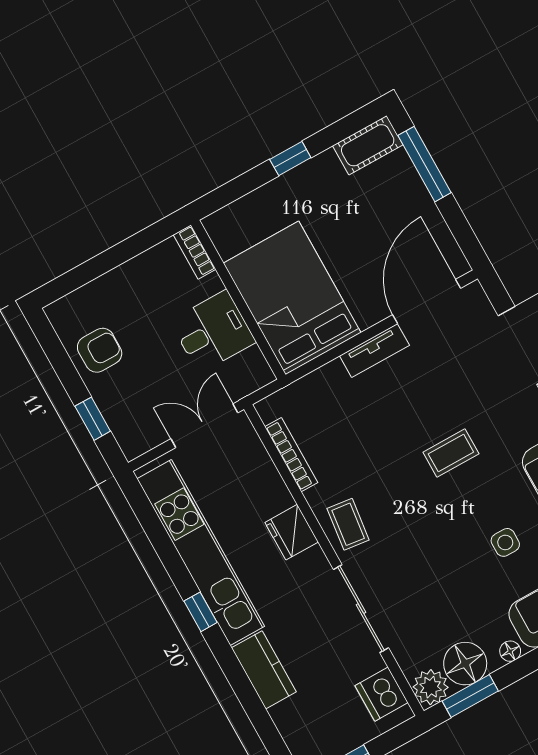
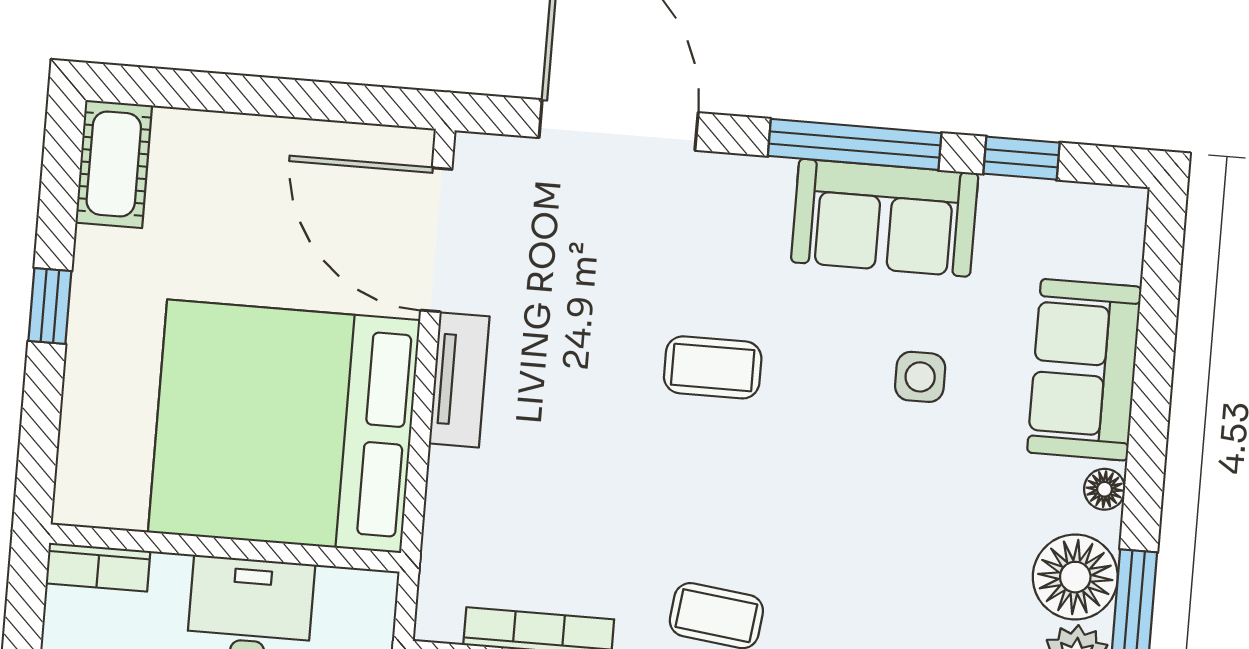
window: (424, 164) -> (208, 91), removed
bed: (292, 298) -> (284, 426), width x1.36
coffee table: (451, 453) -> (713, 367), turned 90

